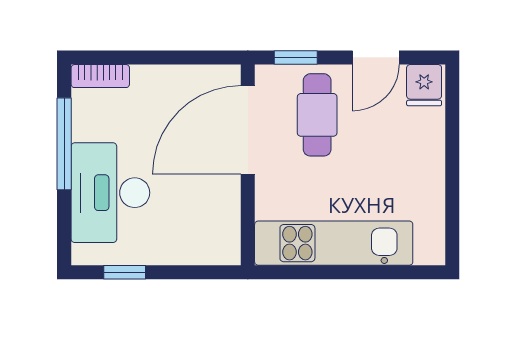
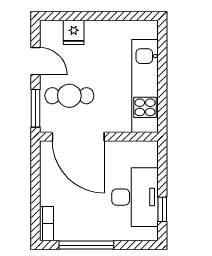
window: (296, 57) -> (35, 108), width x1.50
fridge: (424, 85) -> (74, 32), moved, turned 90
desk: (110, 193) -> (135, 197), moved, turned -90

